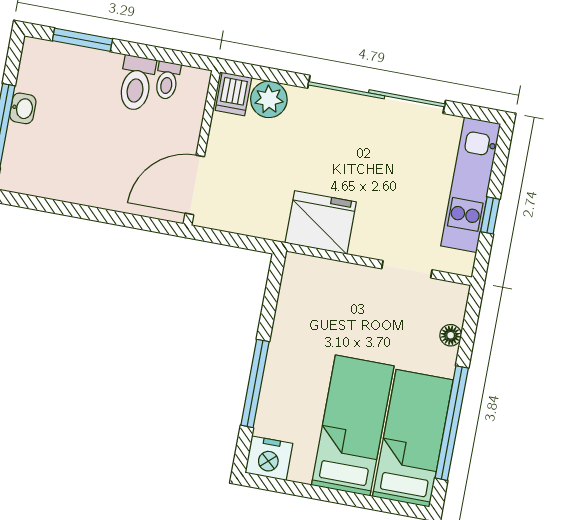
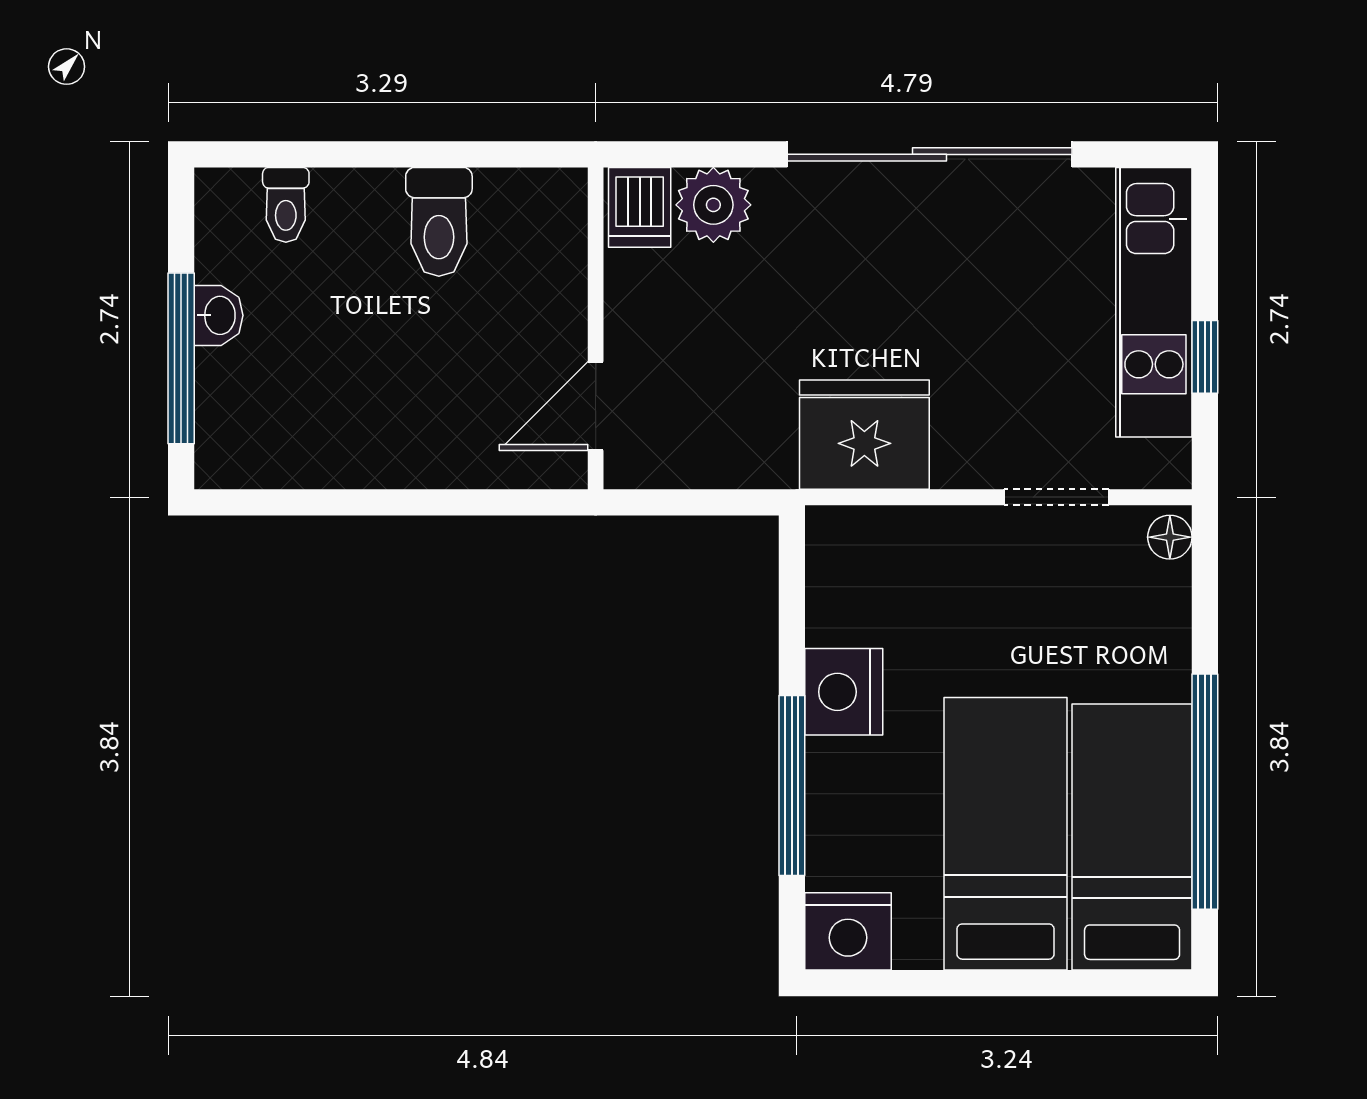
window: (82, 40) -> (313, 154), removed
toilet: (167, 80) -> (286, 205), moved
door: (195, 185) -> (596, 406), width x0.73
floor lamp: (451, 335) -> (1170, 537), moved
nightstand: (288, 343) -> (844, 692), added

